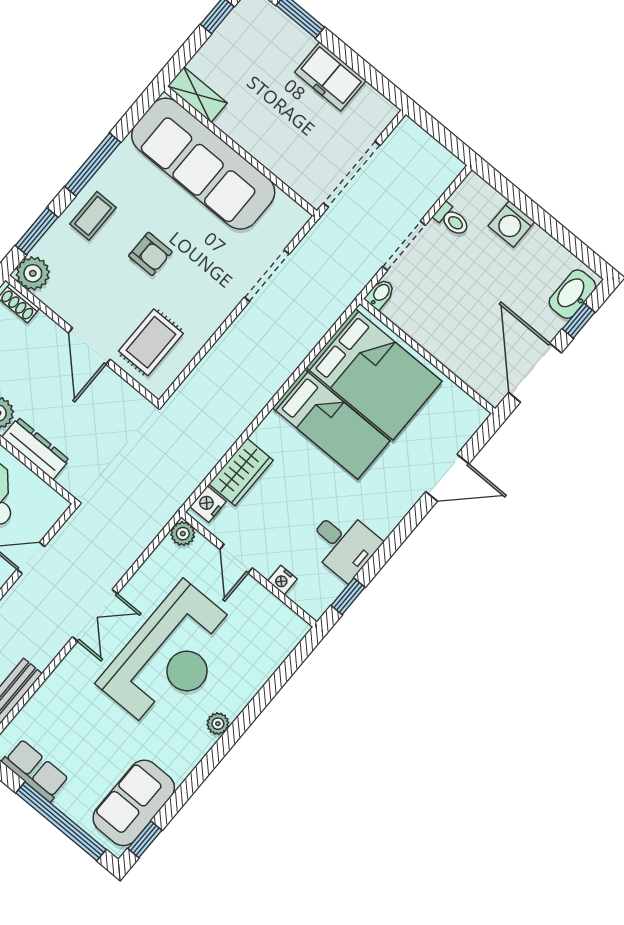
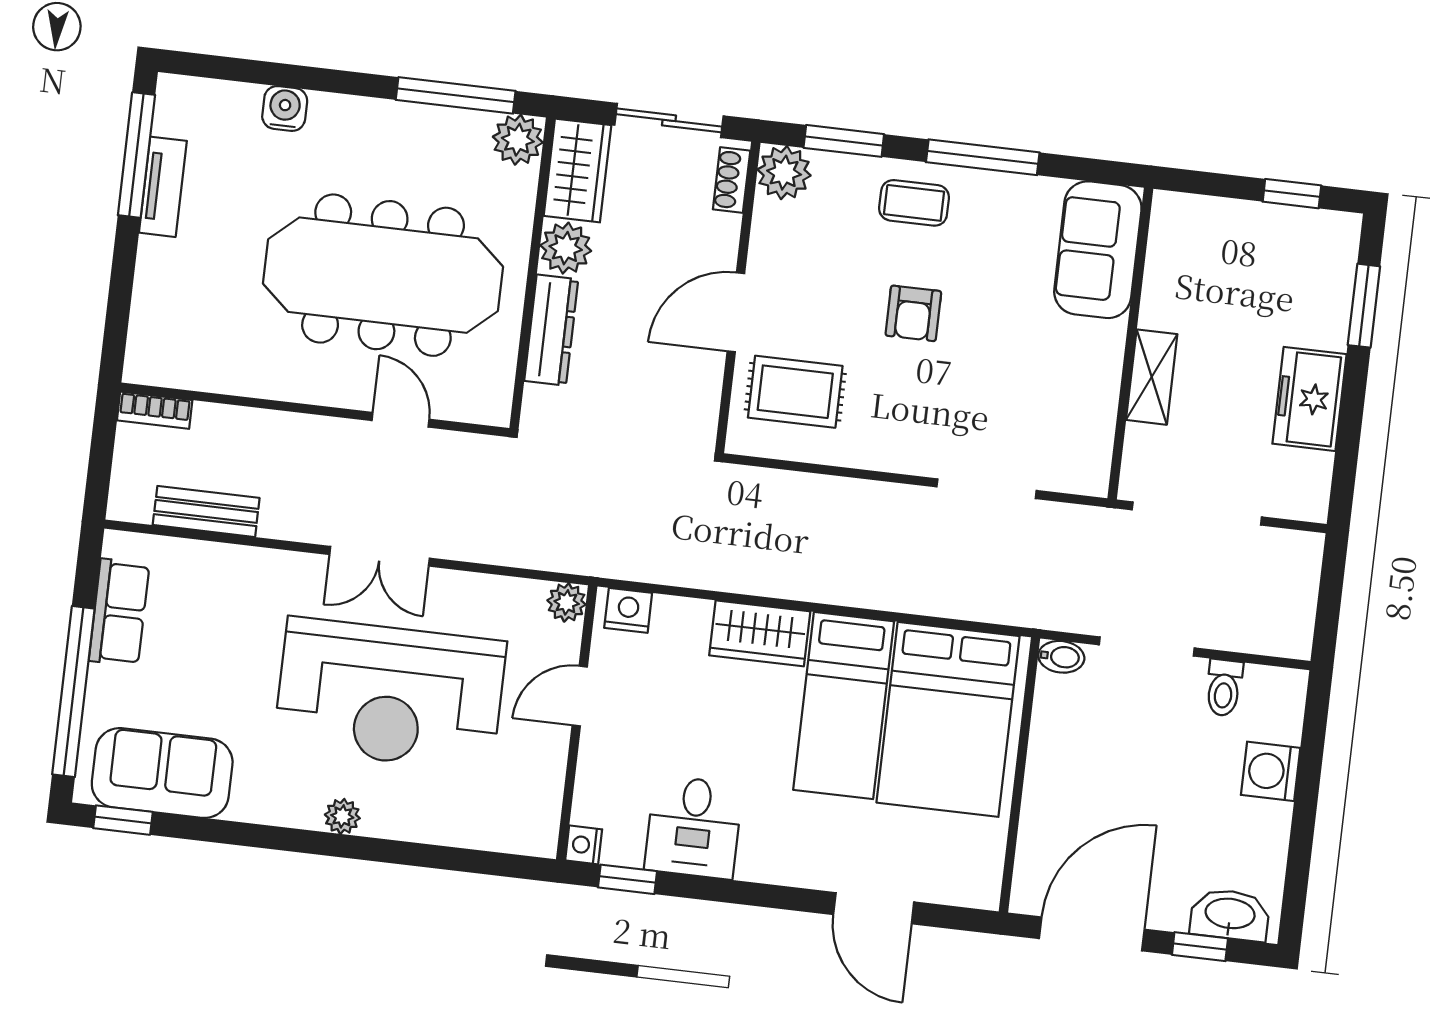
shelving: (197, 95) -> (1152, 377), moved
sofa: (203, 164) -> (1098, 250), width x0.54, depth x0.79
wardrobe: (241, 472) -> (760, 633), moved
nightstand: (282, 580) -> (584, 845), moved

